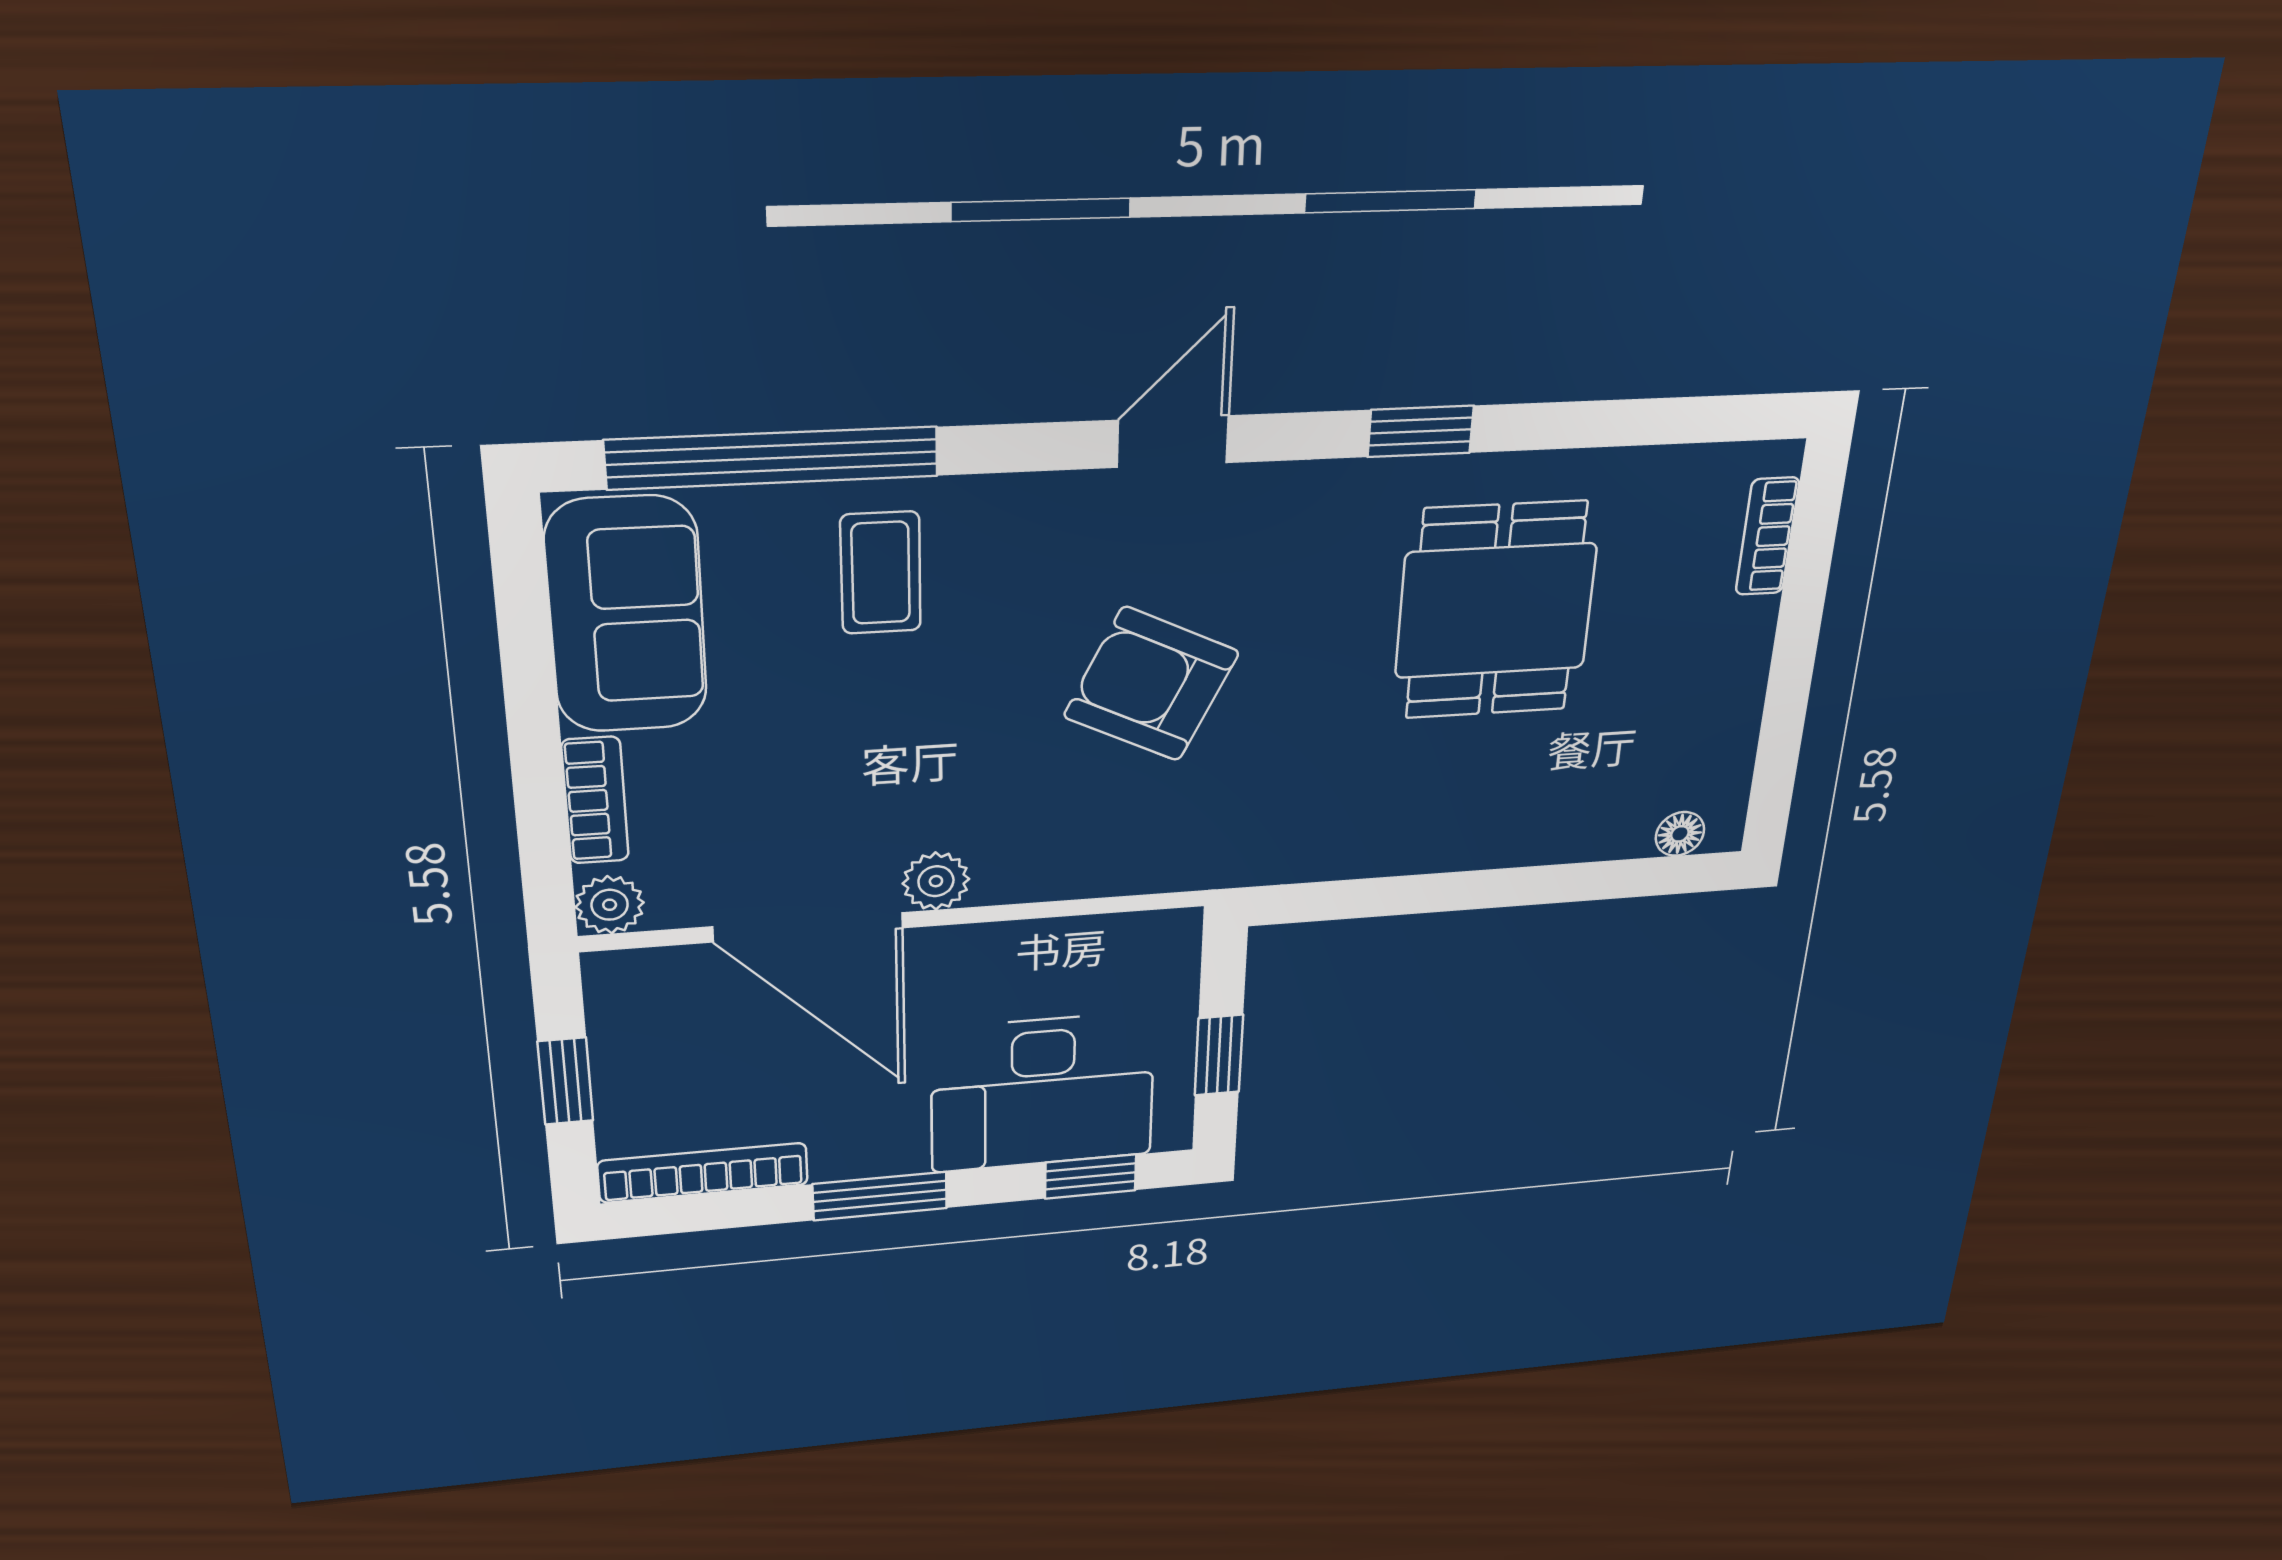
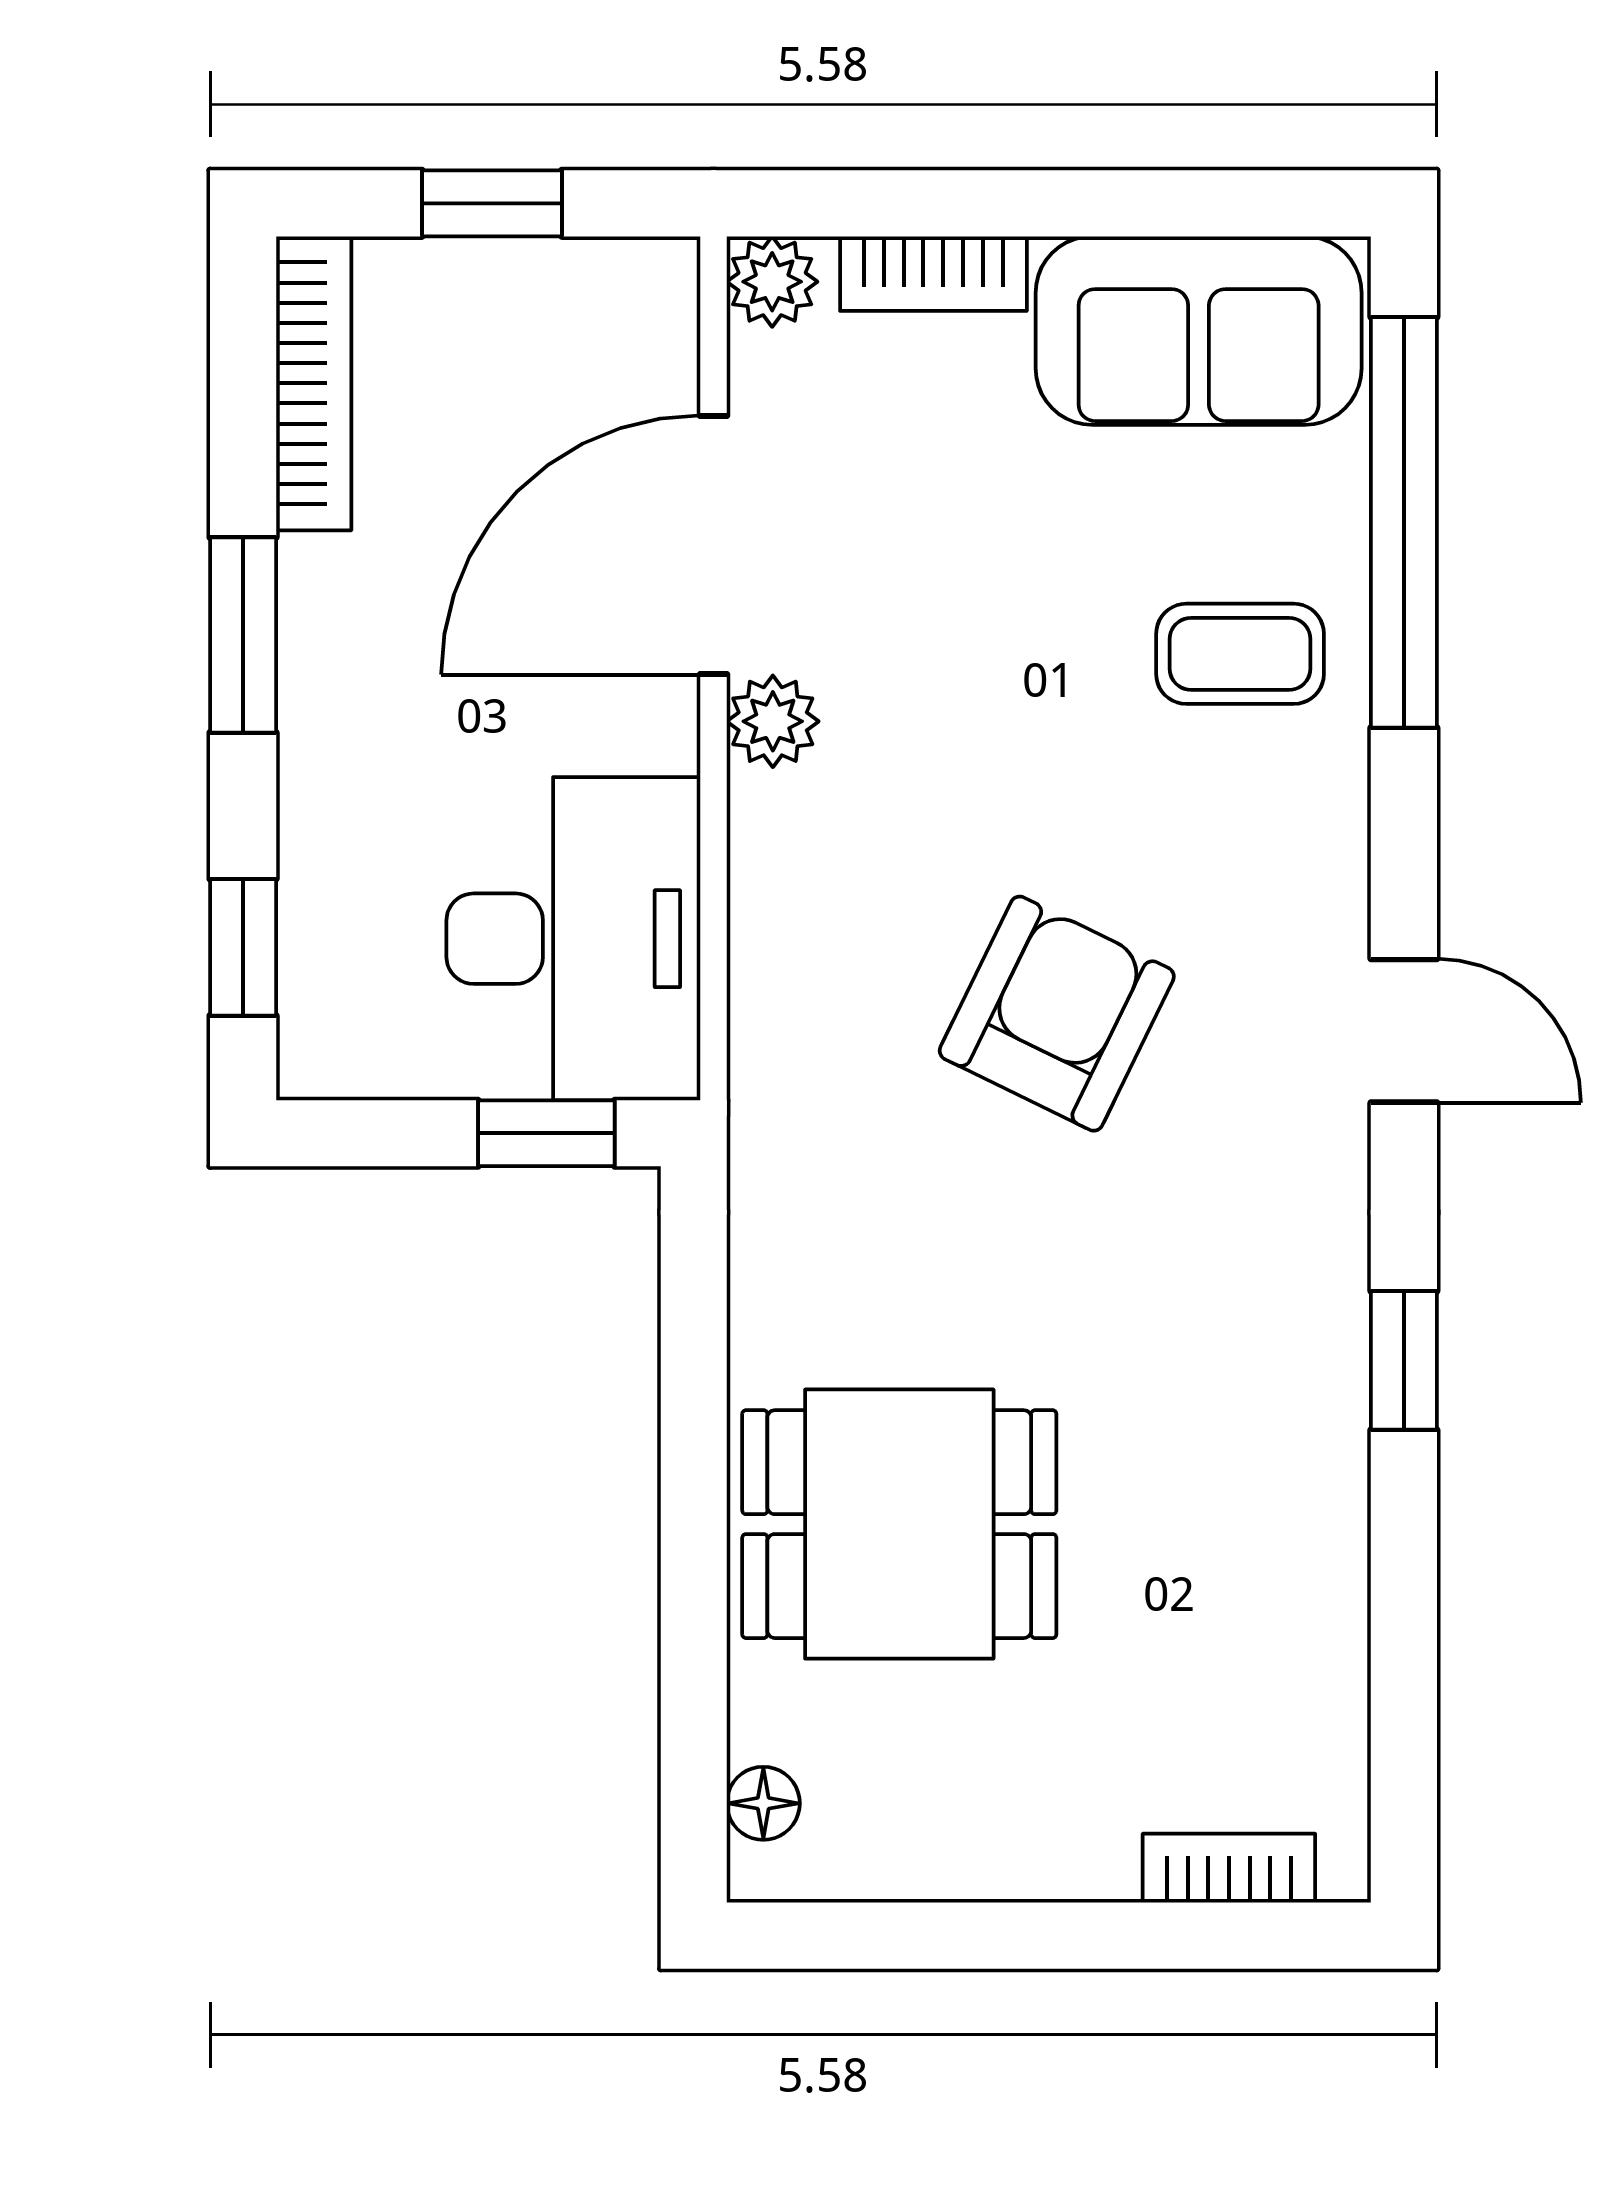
dining table: (1496, 611) -> (899, 1524), moved
window: (1219, 1055) -> (546, 1133), moved
desk: (1043, 1092) -> (573, 939), moved, turned 180

